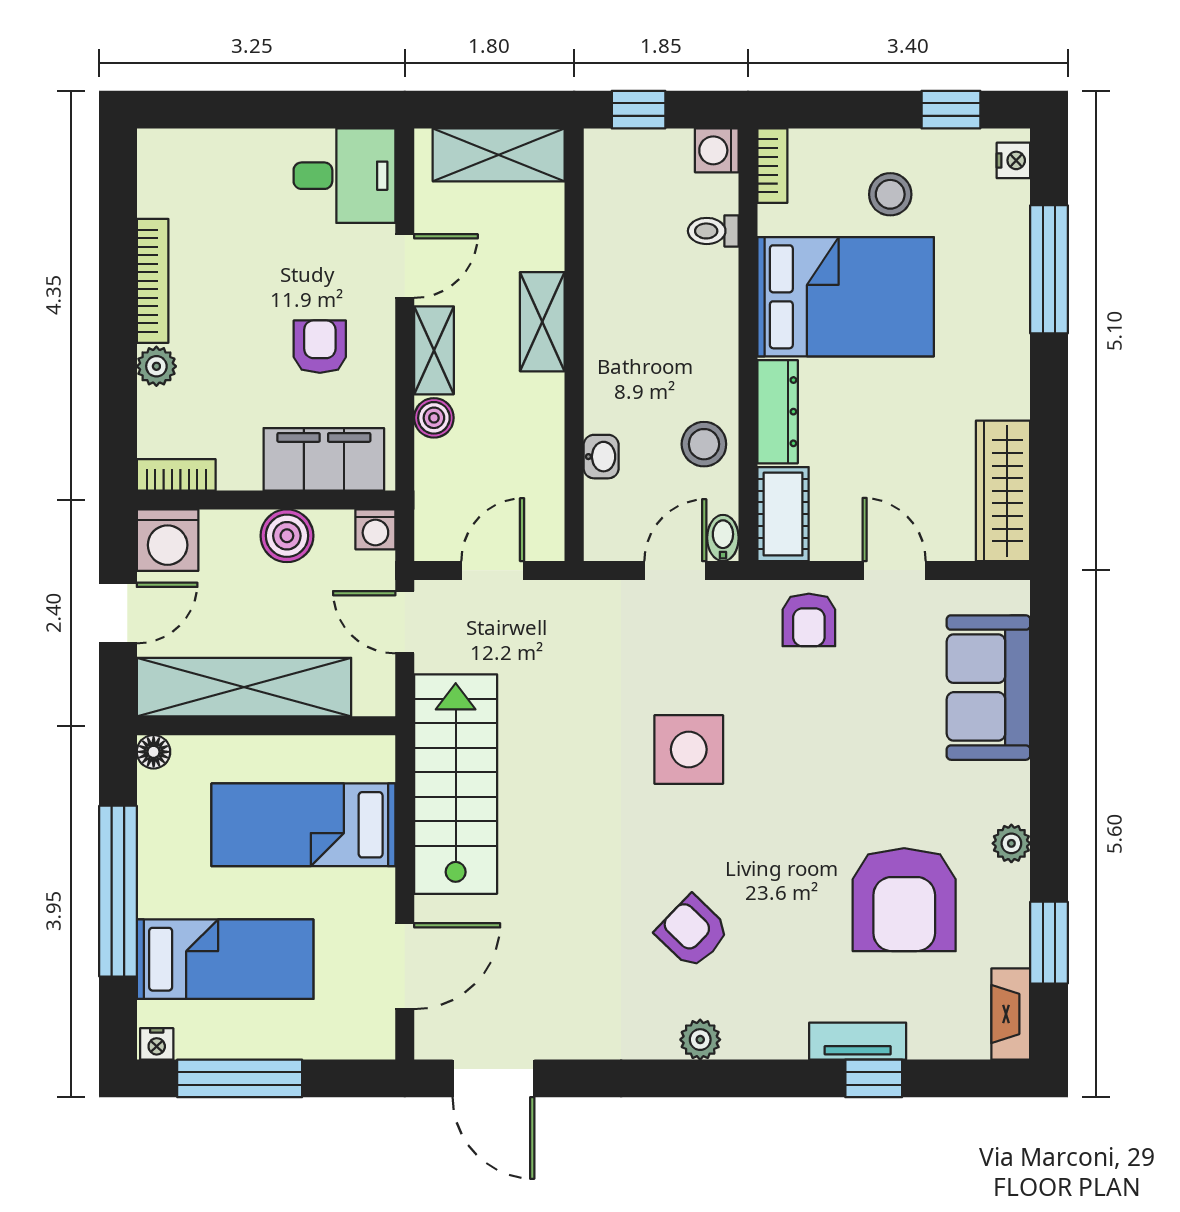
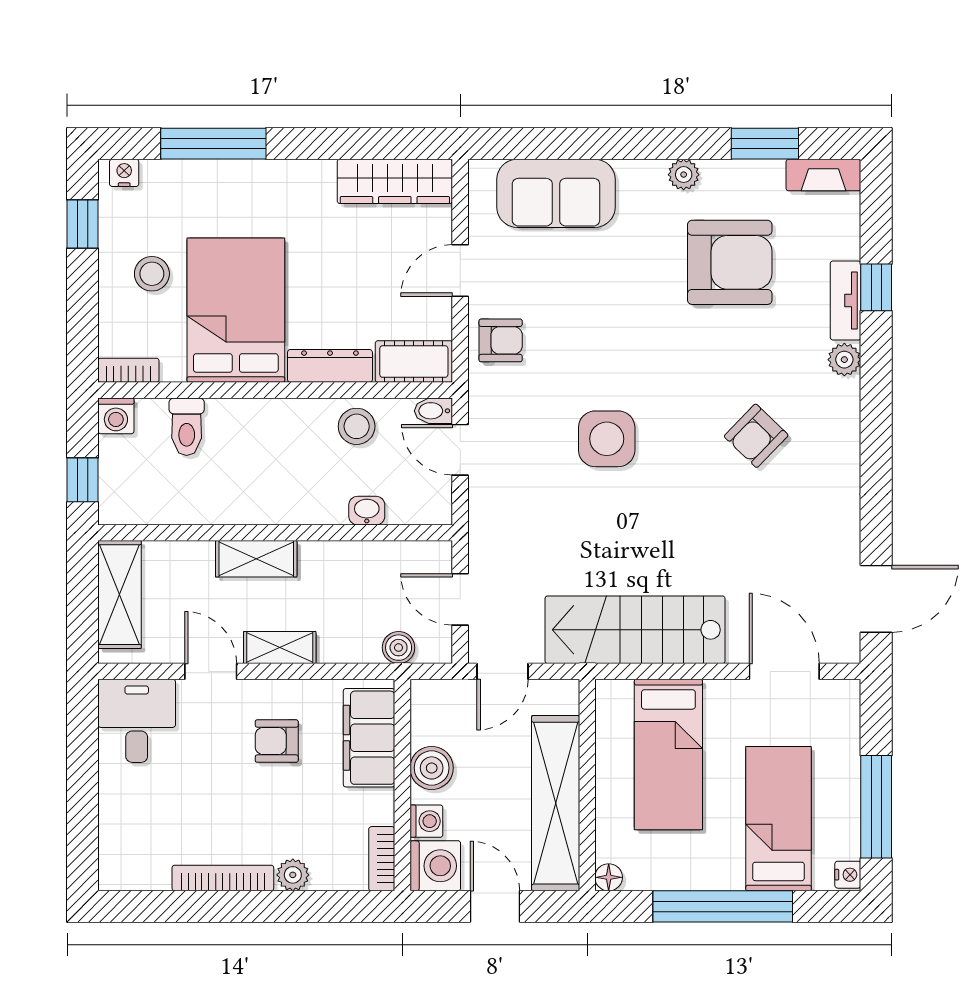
toilet: (713, 231) -> (187, 427), width x1.37, depth x1.39
boiler: (434, 418) -> (399, 648), moved
washing machine: (375, 529) -> (426, 821), moved
plant: (700, 1040) -> (844, 360), moved

